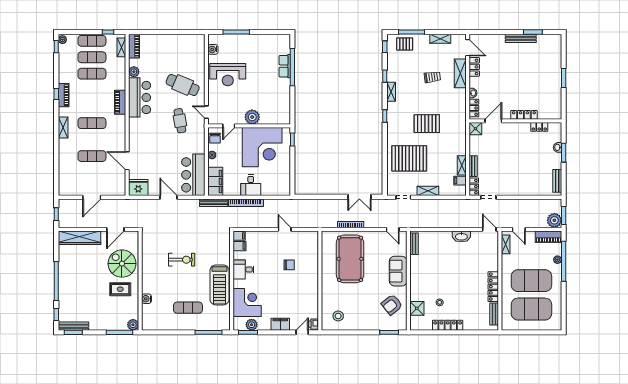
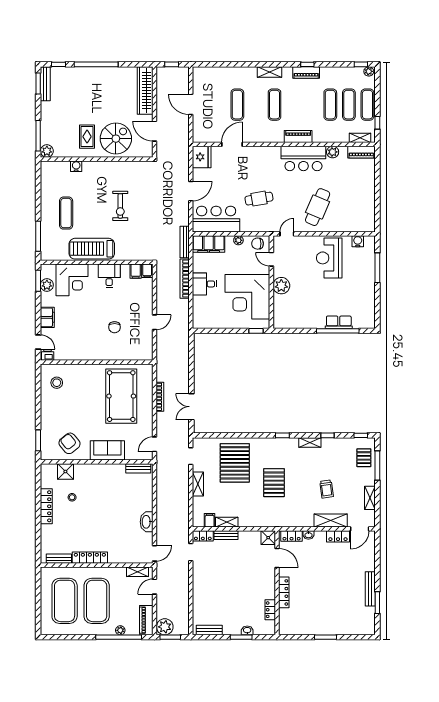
cafe table: (180, 121) -> (259, 199), moved
pool table: (350, 259) -> (121, 396), turned 90

